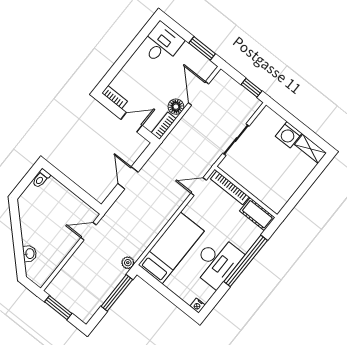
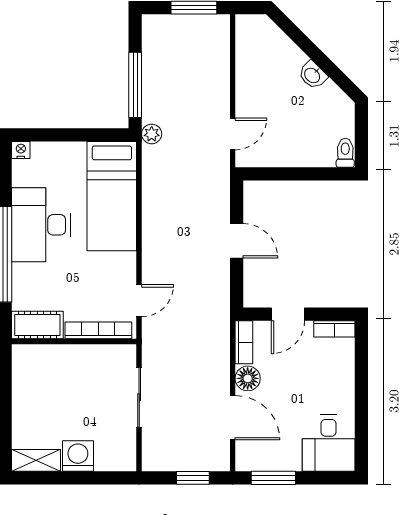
window: (251, 88) -> (193, 478), moved
washbasin: (30, 254) -> (313, 75), moved

